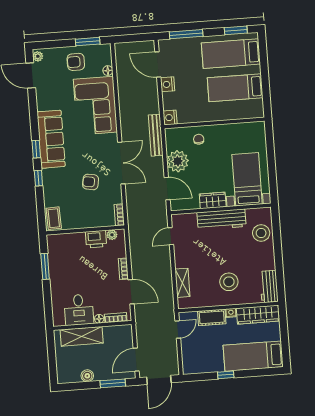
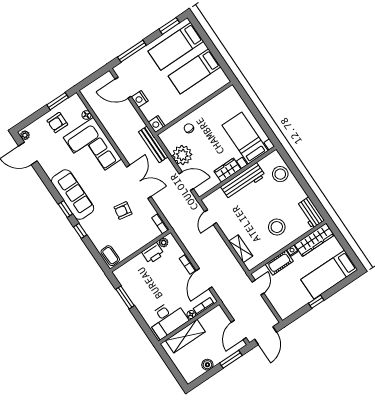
door: (131, 292) -> (204, 279), swing flipped
desk: (79, 310) -> (167, 319), width x1.37

